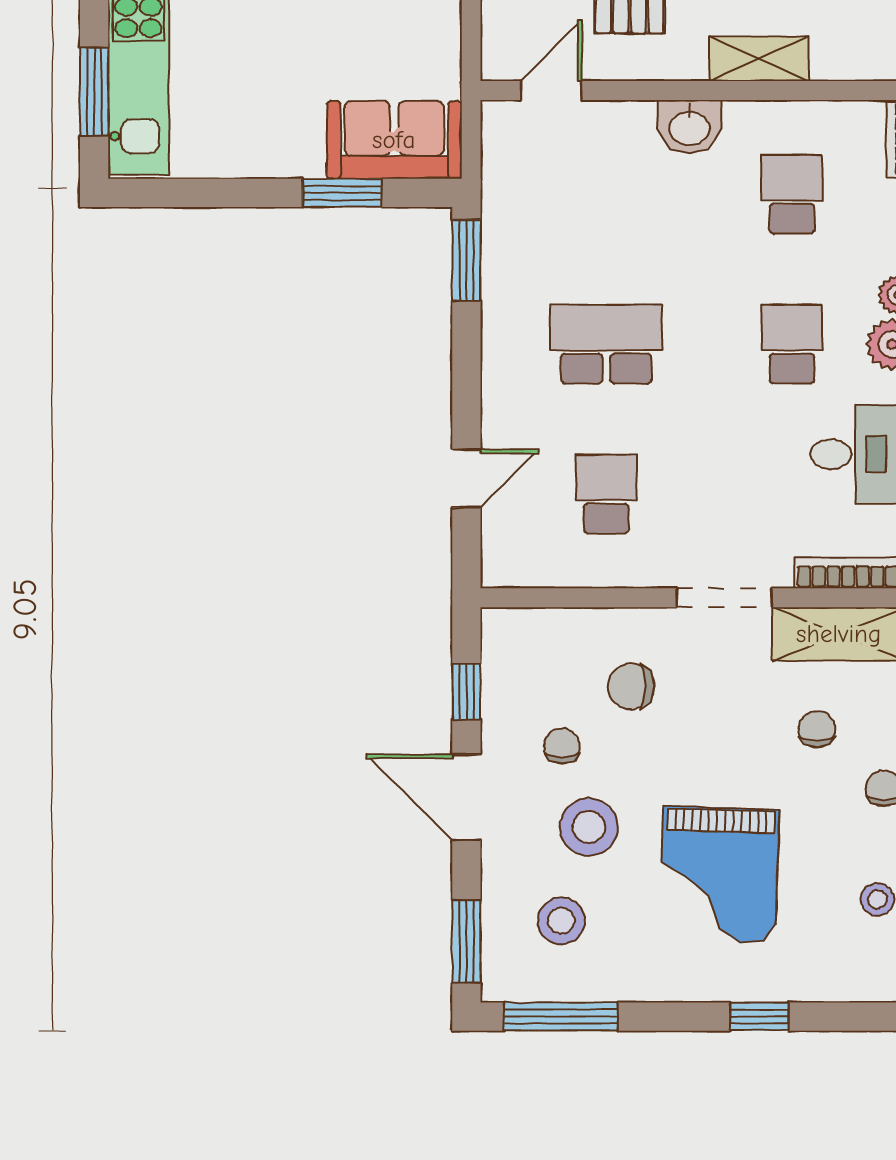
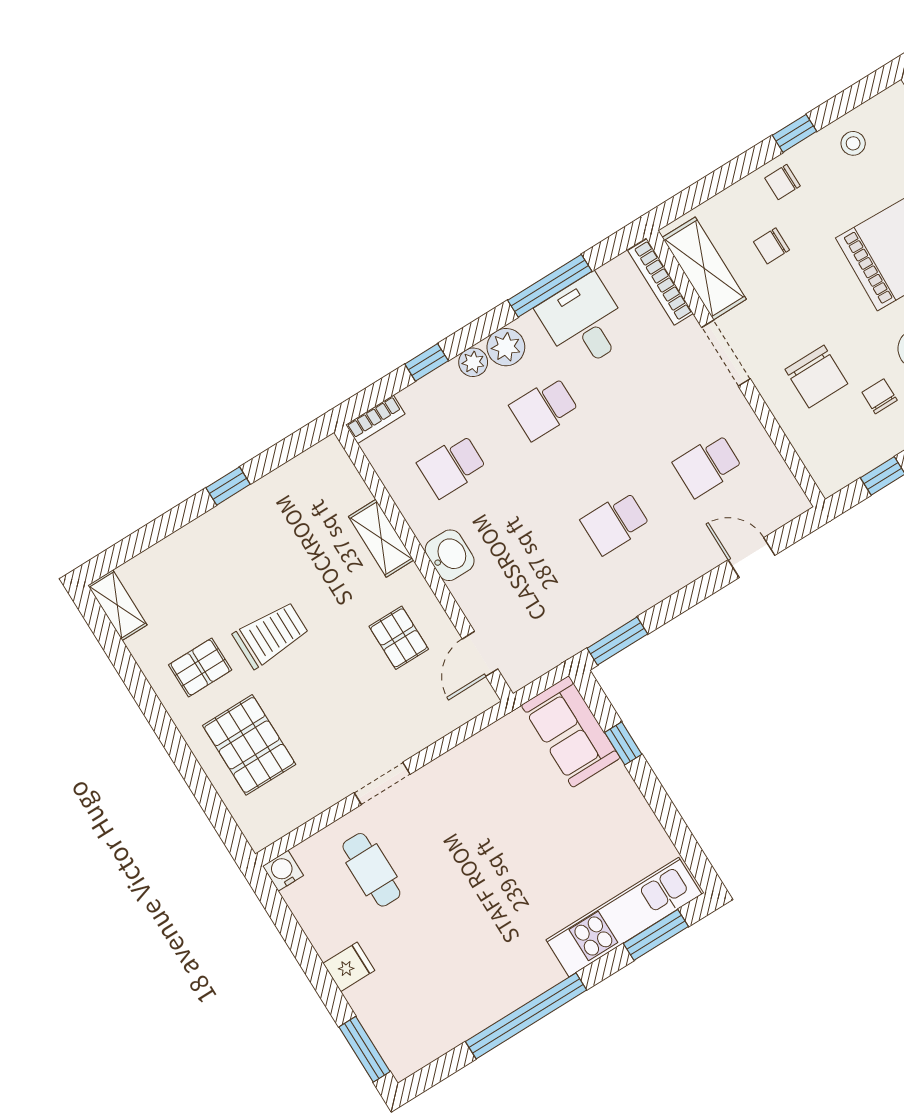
door: (551, 90) -> (480, 654), hinge flipped
window: (342, 193) -> (623, 743), width x0.67
school desk: (606, 344) -> (615, 523), width x0.54
chair: (631, 686) -> (816, 377), width x1.37, depth x1.37
chair: (562, 746) -> (880, 396), turned 90

